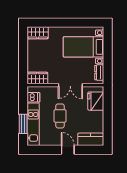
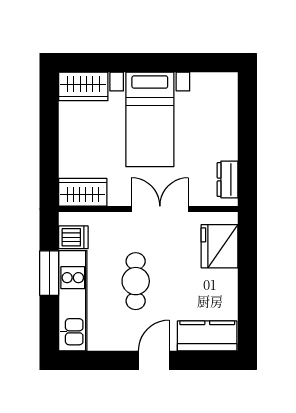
bed with nightstands: (83, 47) -> (150, 119), moved, turned -90
double door: (70, 85) -> (160, 209), swing flipped
window: (23, 124) -> (49, 273), moved
door: (68, 150) -> (154, 360), hinge flipped

